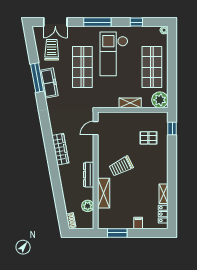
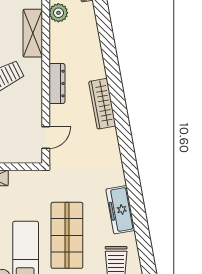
window: (37, 78) -> (139, 218), removed
dresser: (89, 175) -> (57, 83), moved

